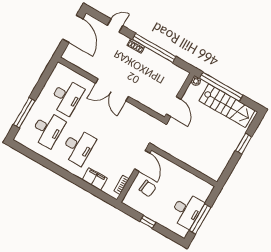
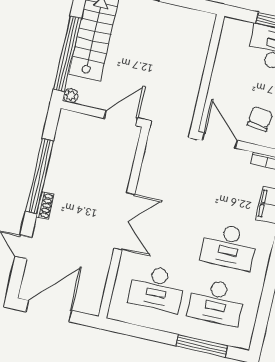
desk: (66, 97) -> (157, 288), turned 180
desk: (48, 129) -> (216, 302), turned 180
desk: (78, 147) -> (229, 246), turned 180
door: (142, 161) -> (220, 141), hinge flipped

